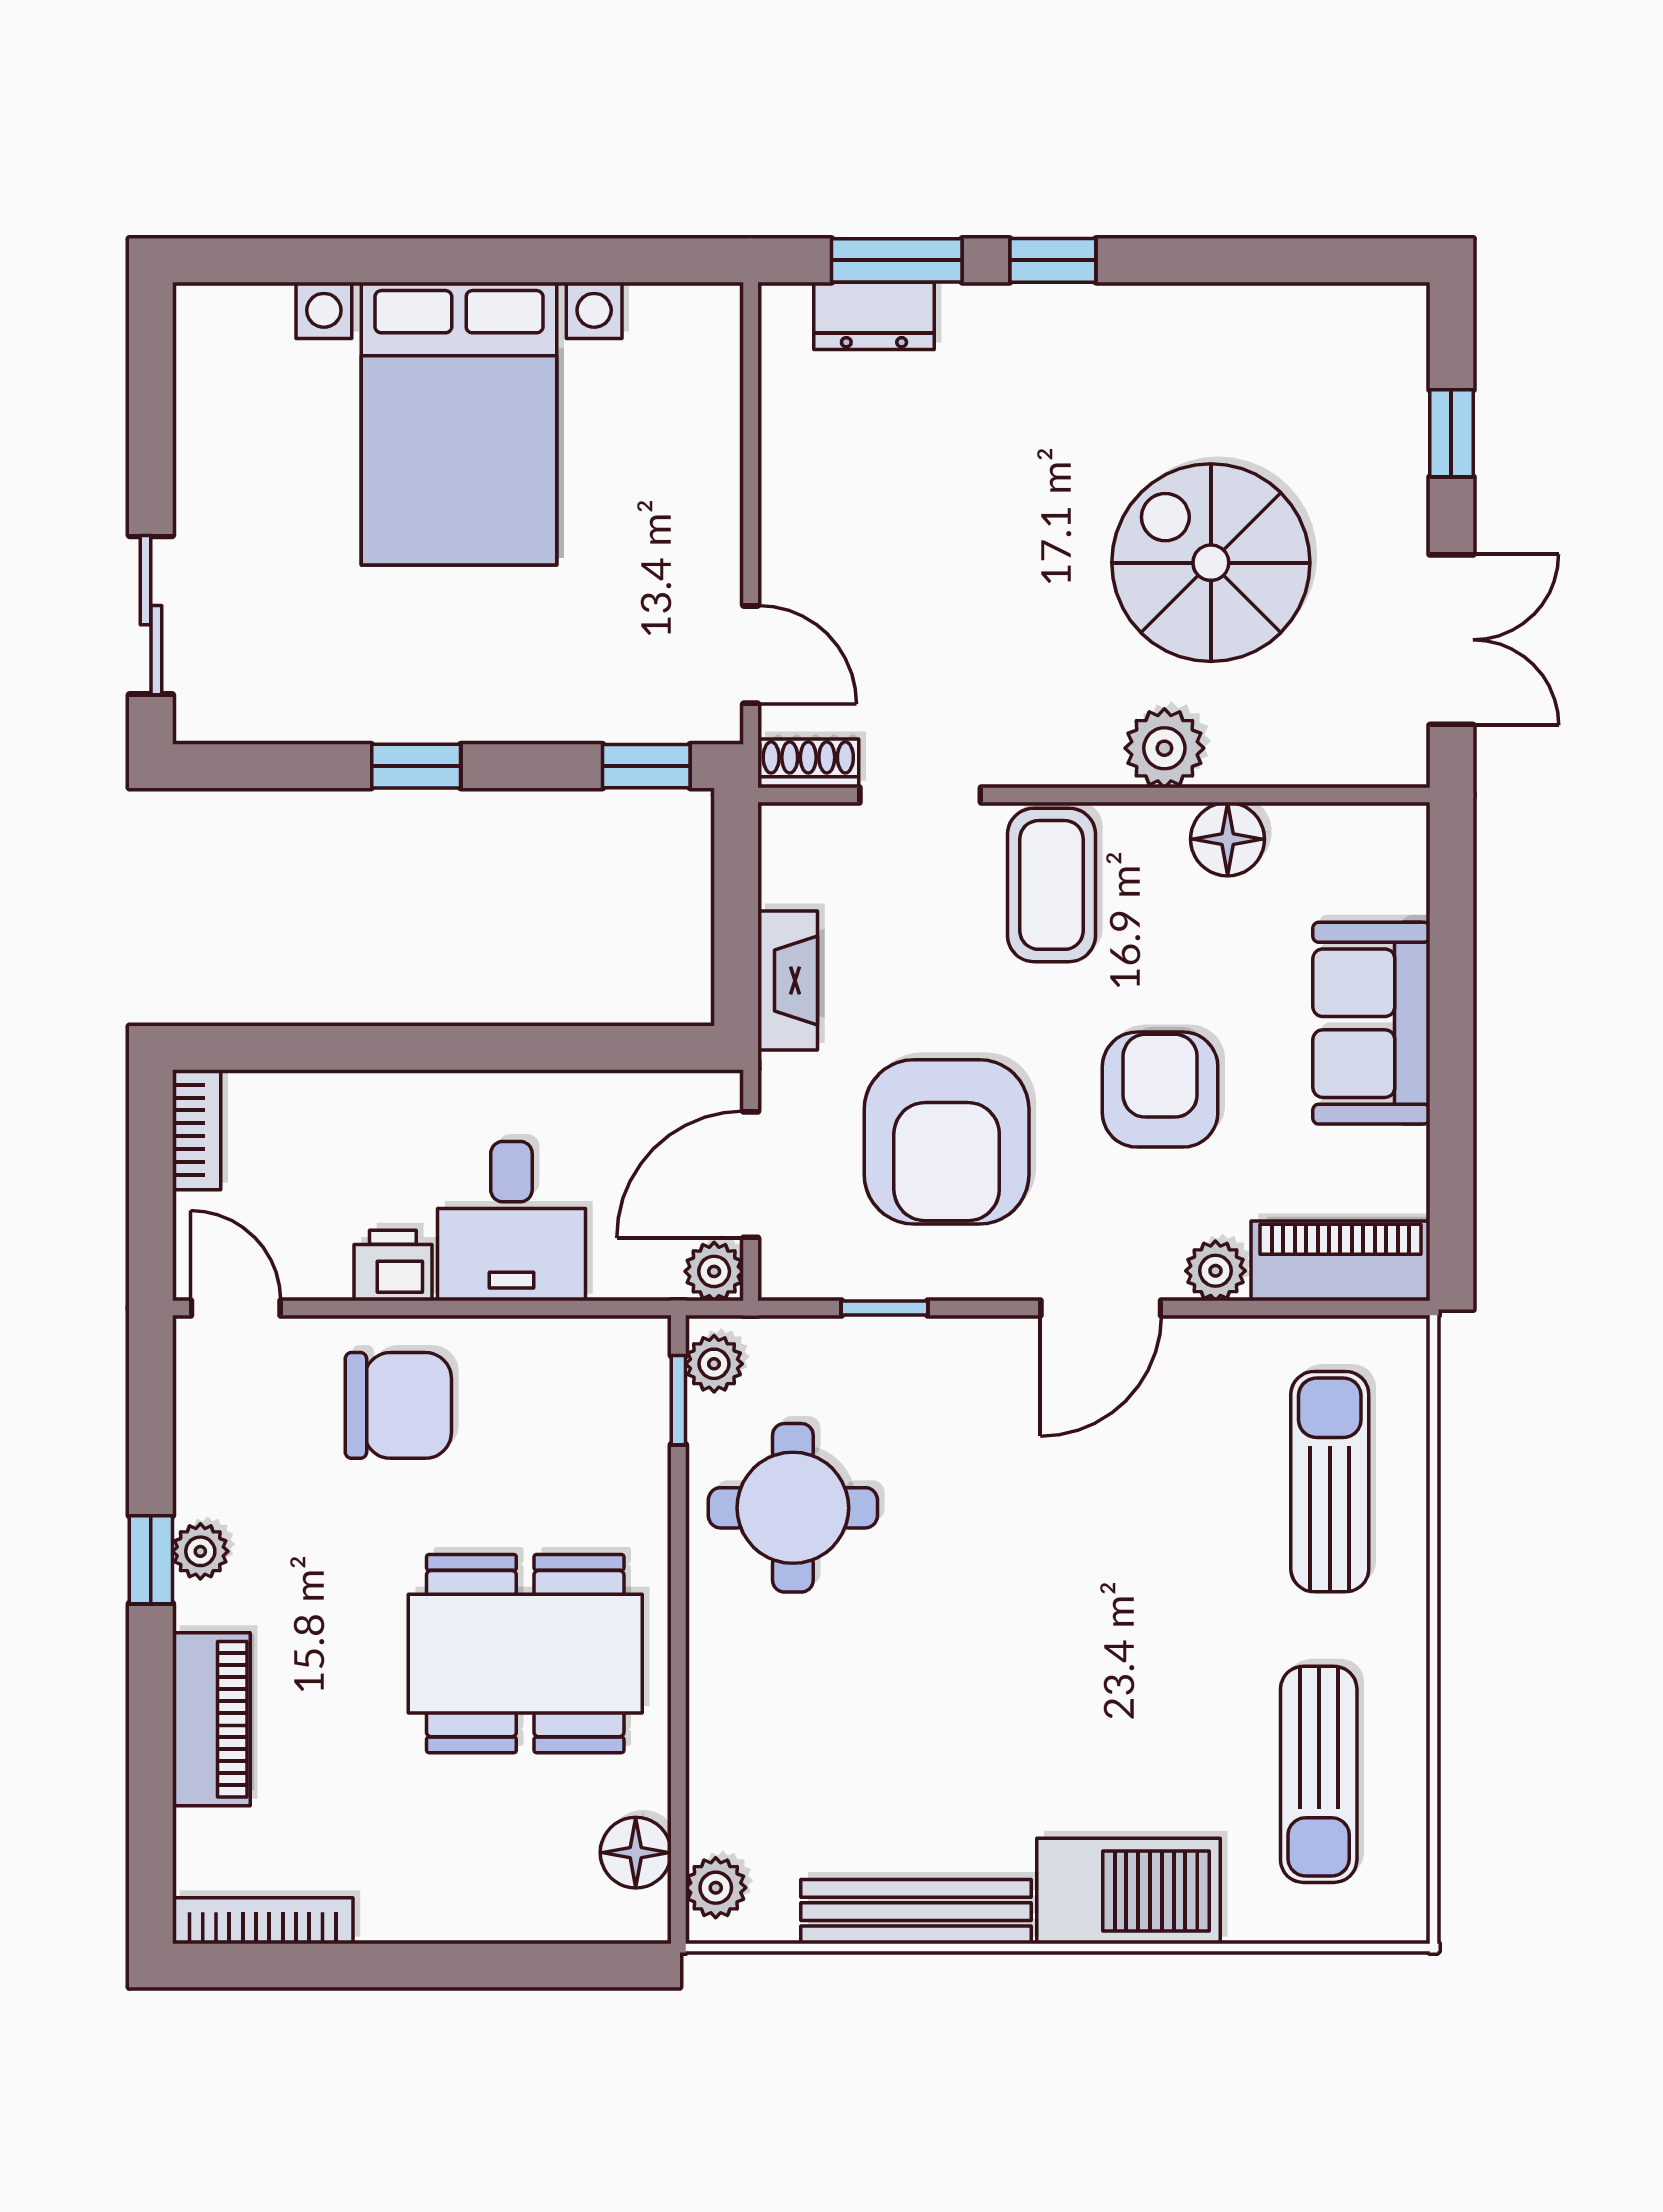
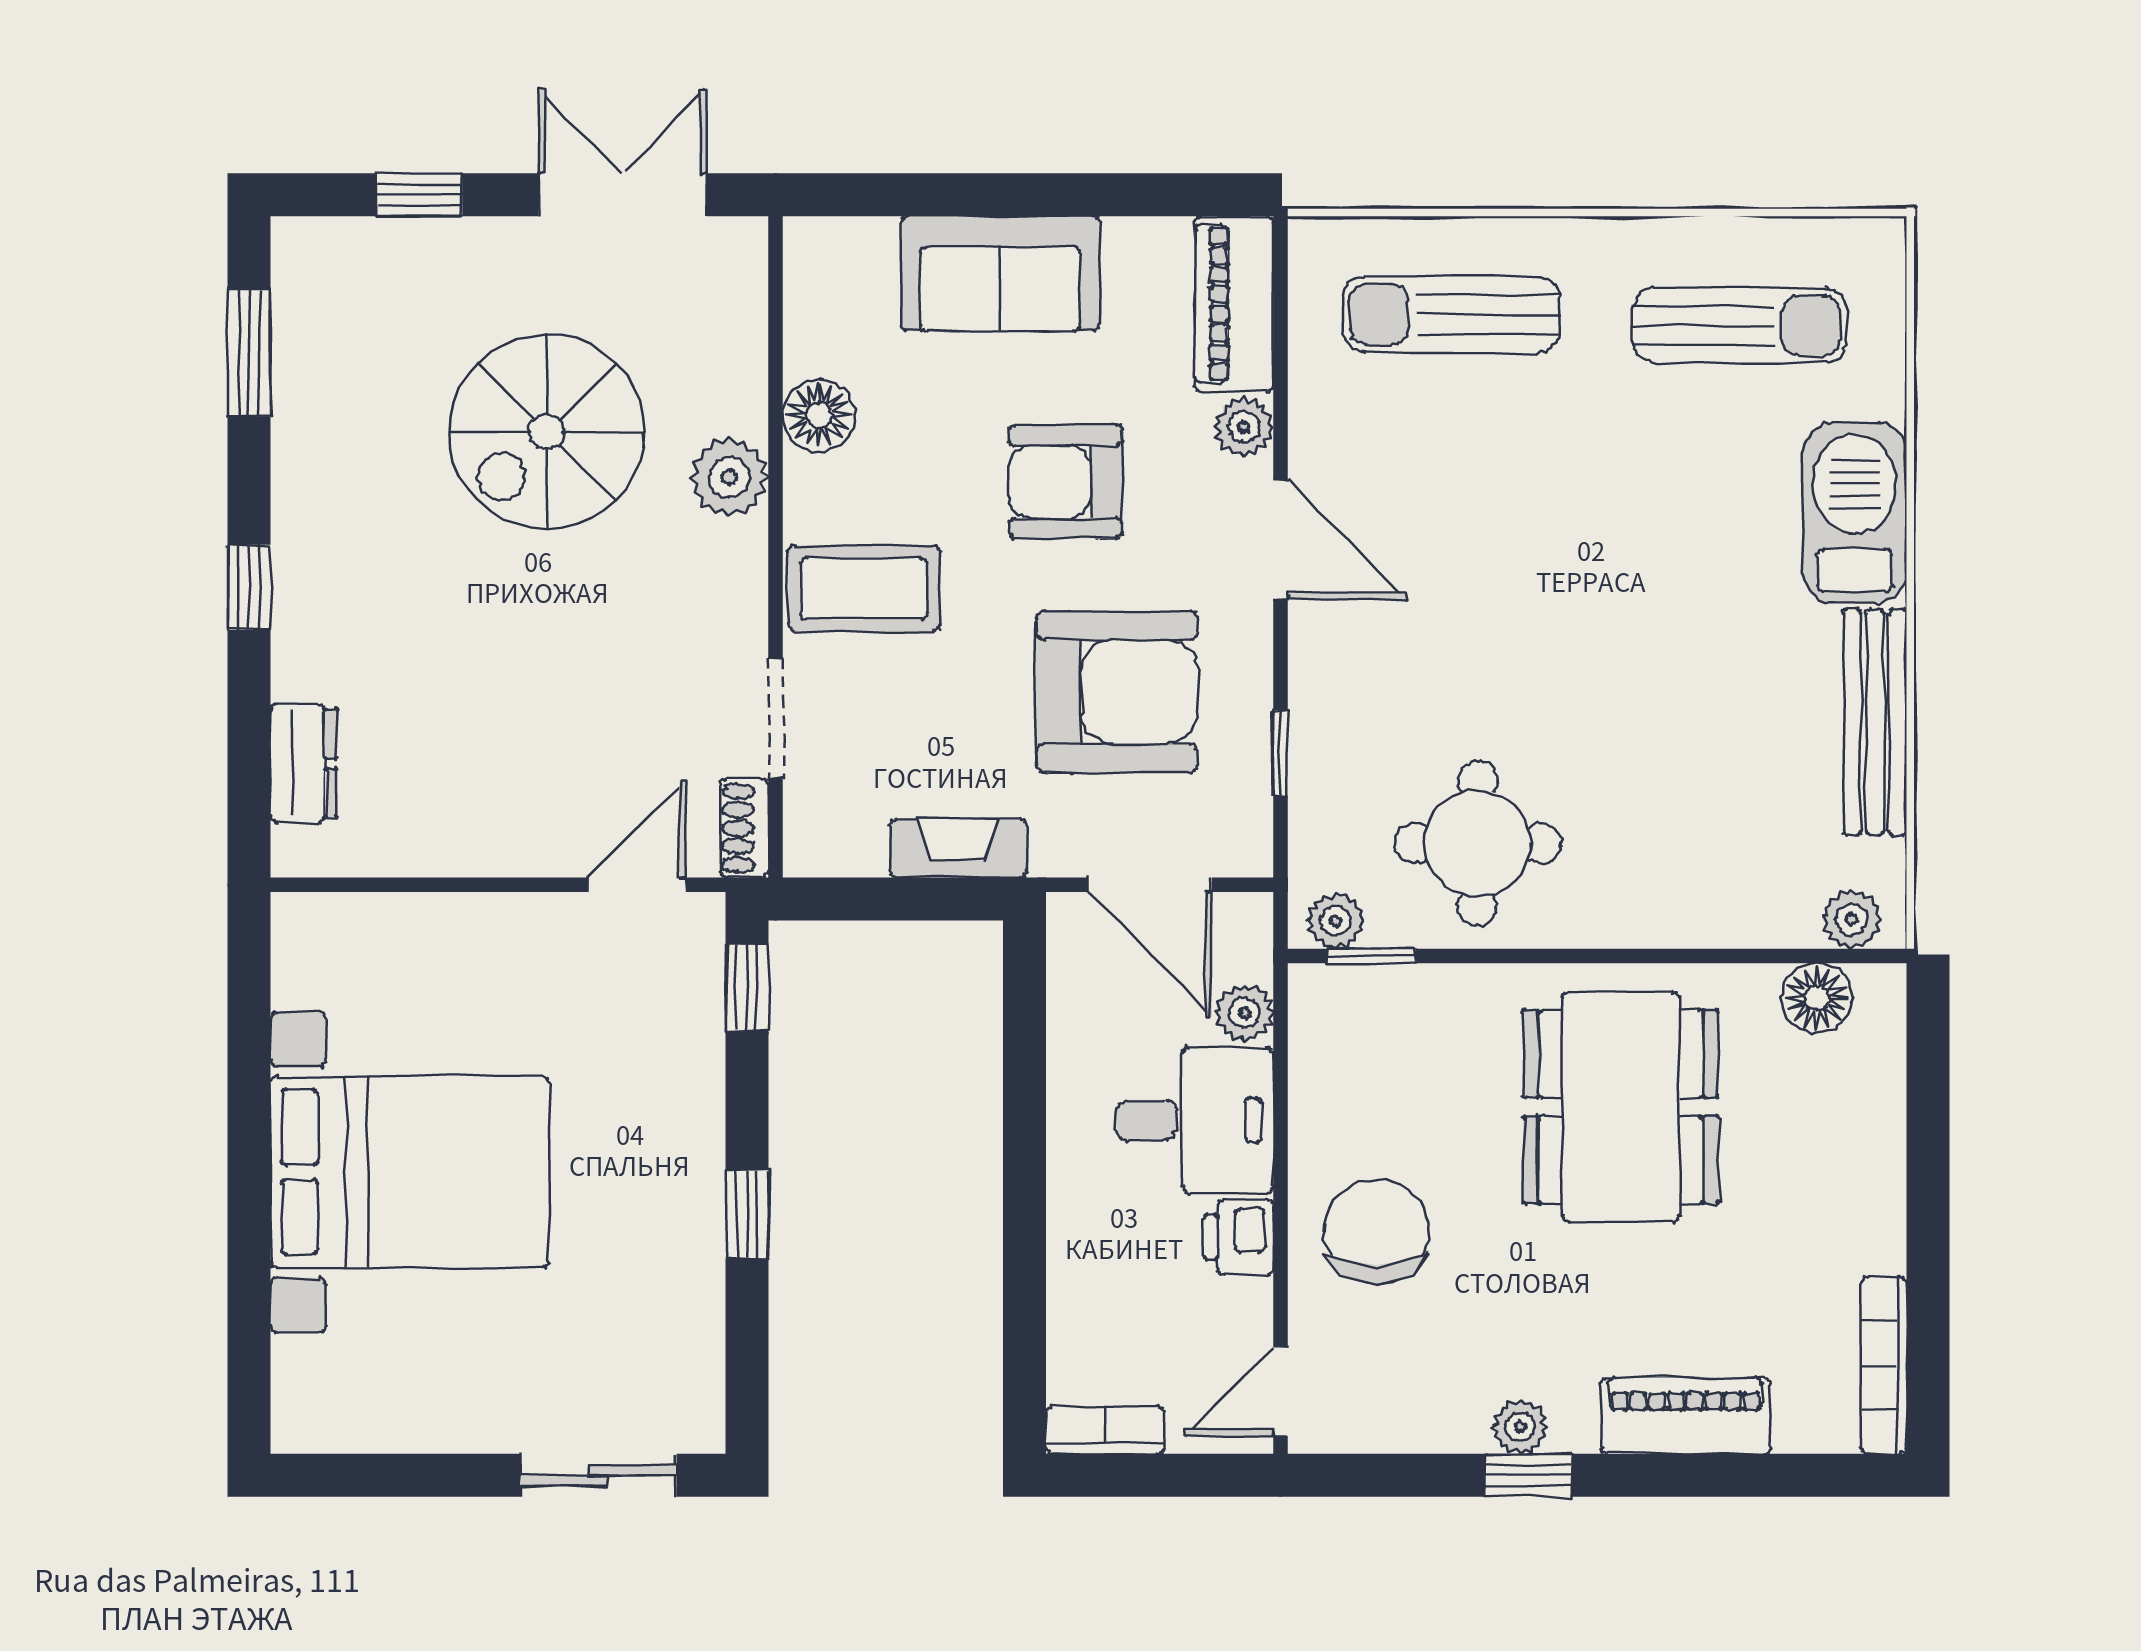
window: (897, 260) -> (249, 352), moved
plant: (714, 1271) -> (1245, 1013), moved

